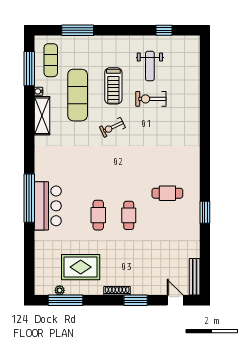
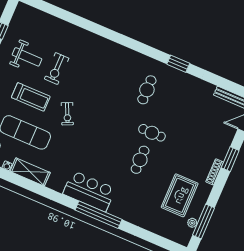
bar counter: (48, 206) -> (89, 191), moved
cafe table: (98, 215) -> (140, 160), turned 90

